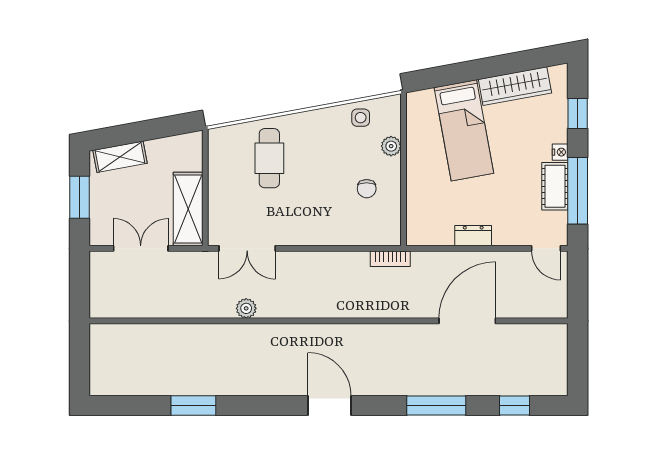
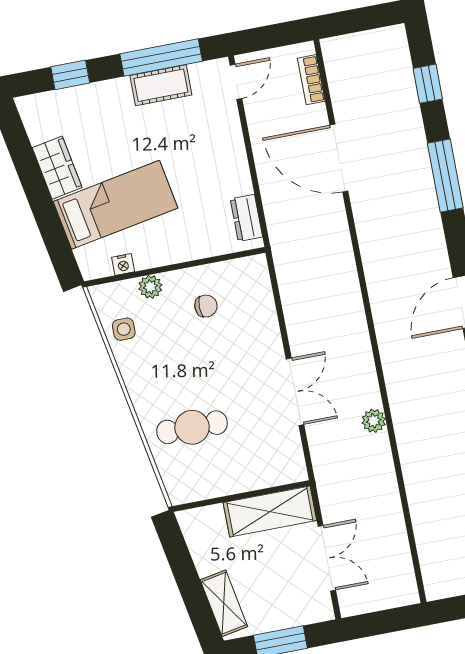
wardrobe: (515, 86) -> (57, 168), width x0.67
nightstand: (560, 152) -> (123, 264), moved, turned 180
dresser: (473, 236) -> (246, 218), moved
double door: (141, 248) -> (327, 558), swing flipped
double door: (247, 248) -> (295, 392), moved
bookcase: (390, 259) -> (311, 80), moved, turned 180

